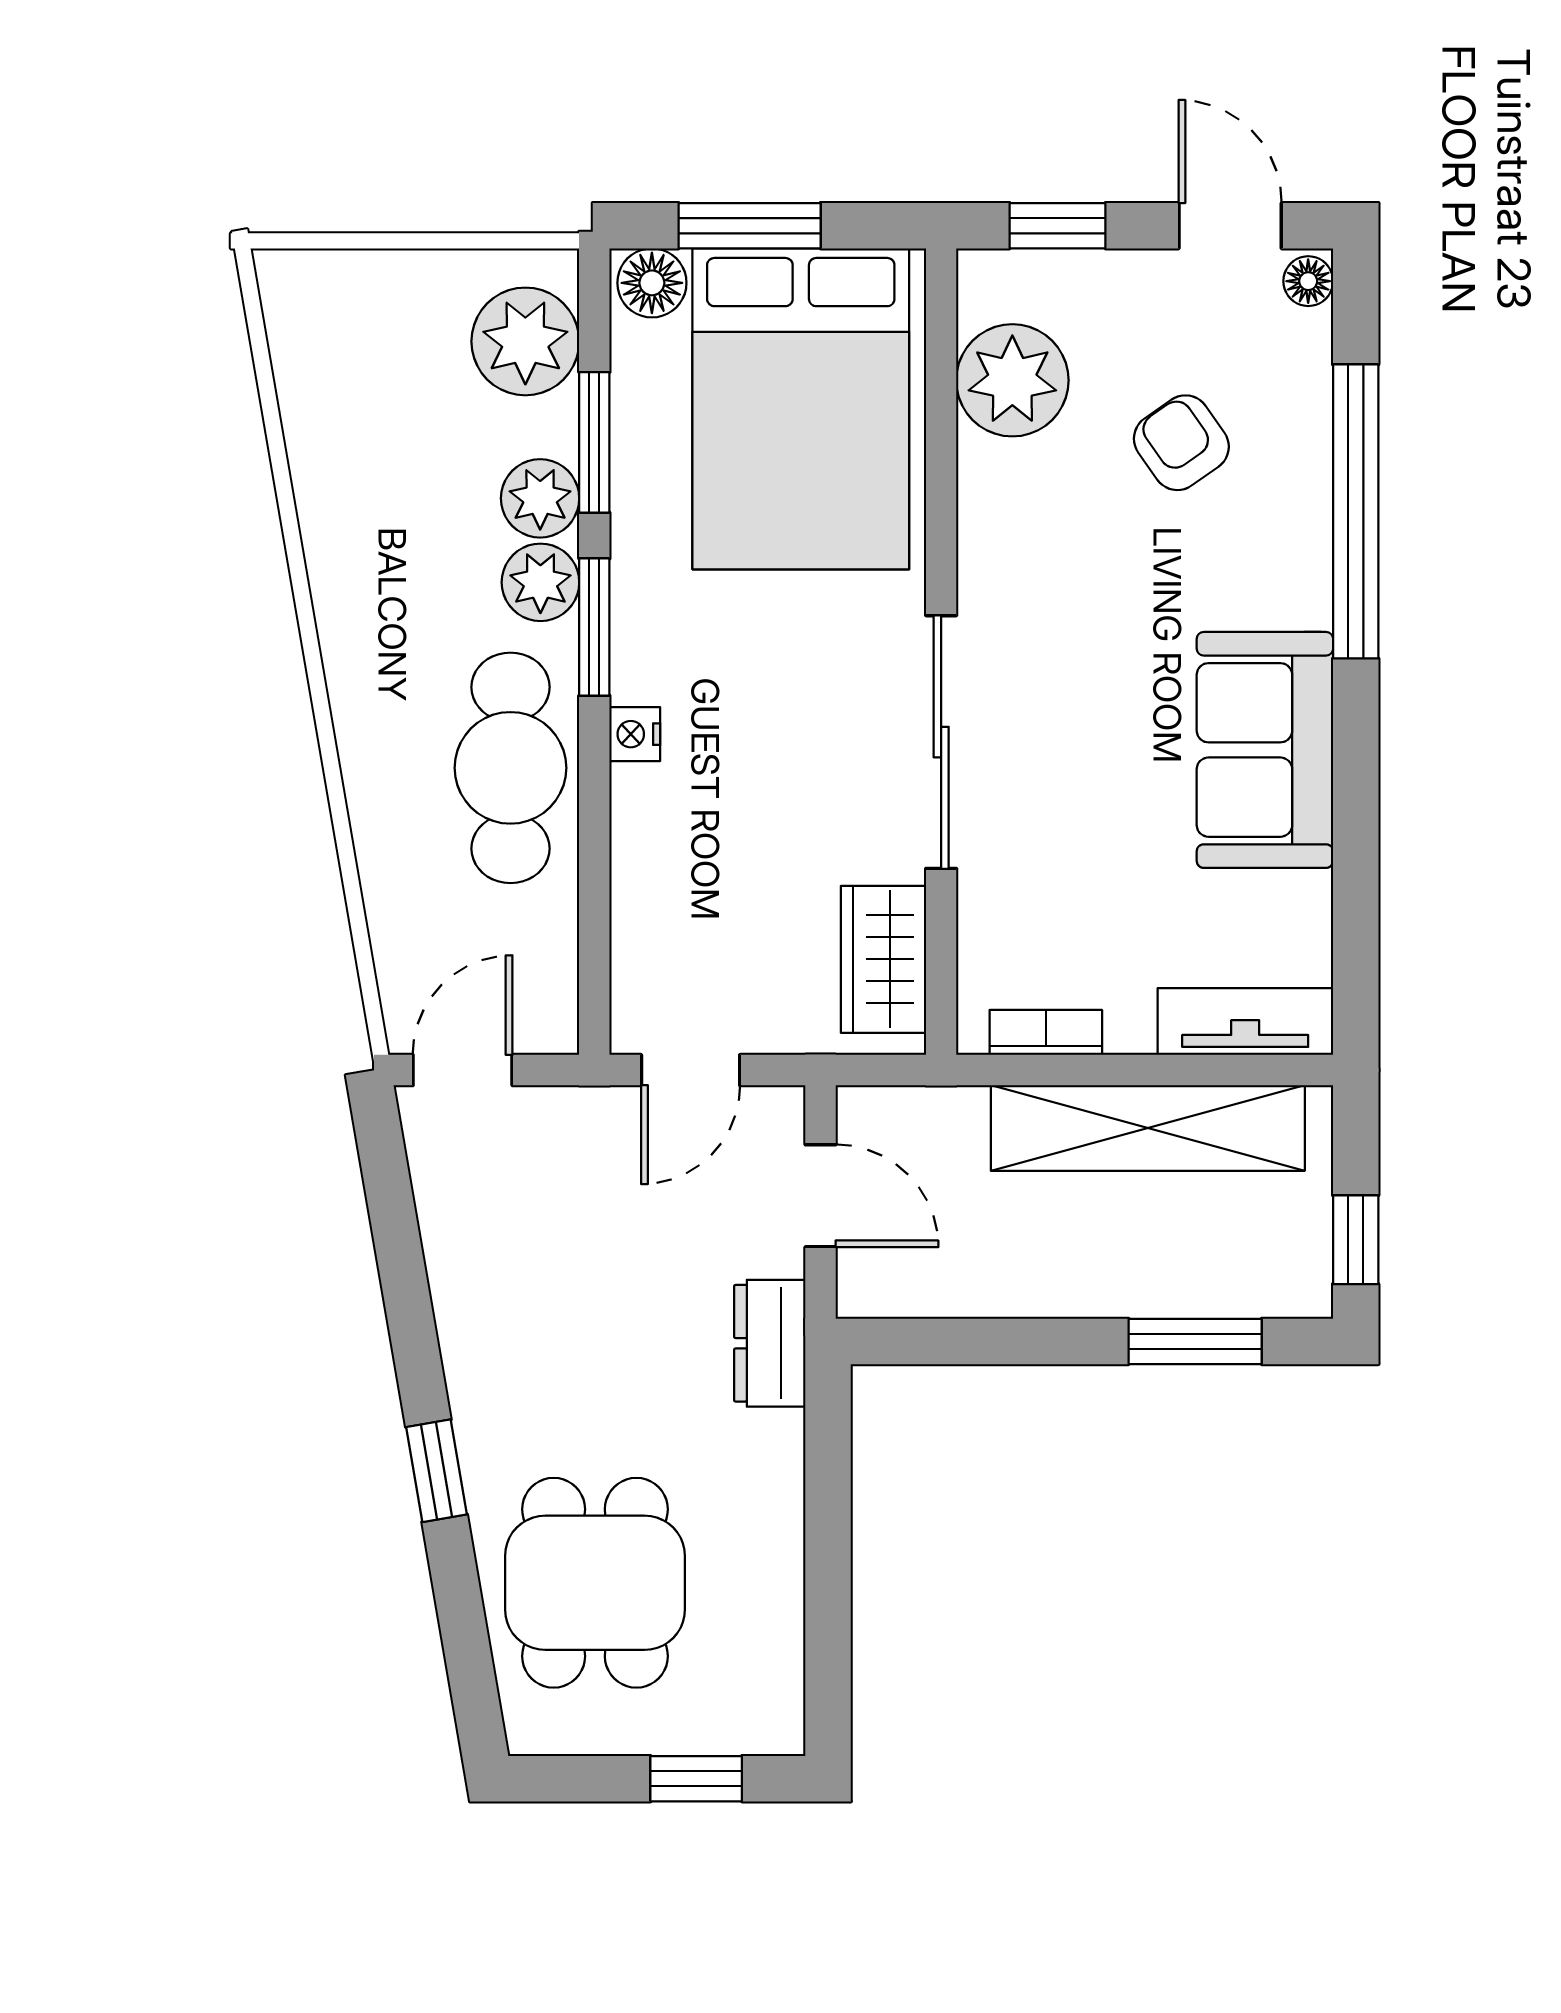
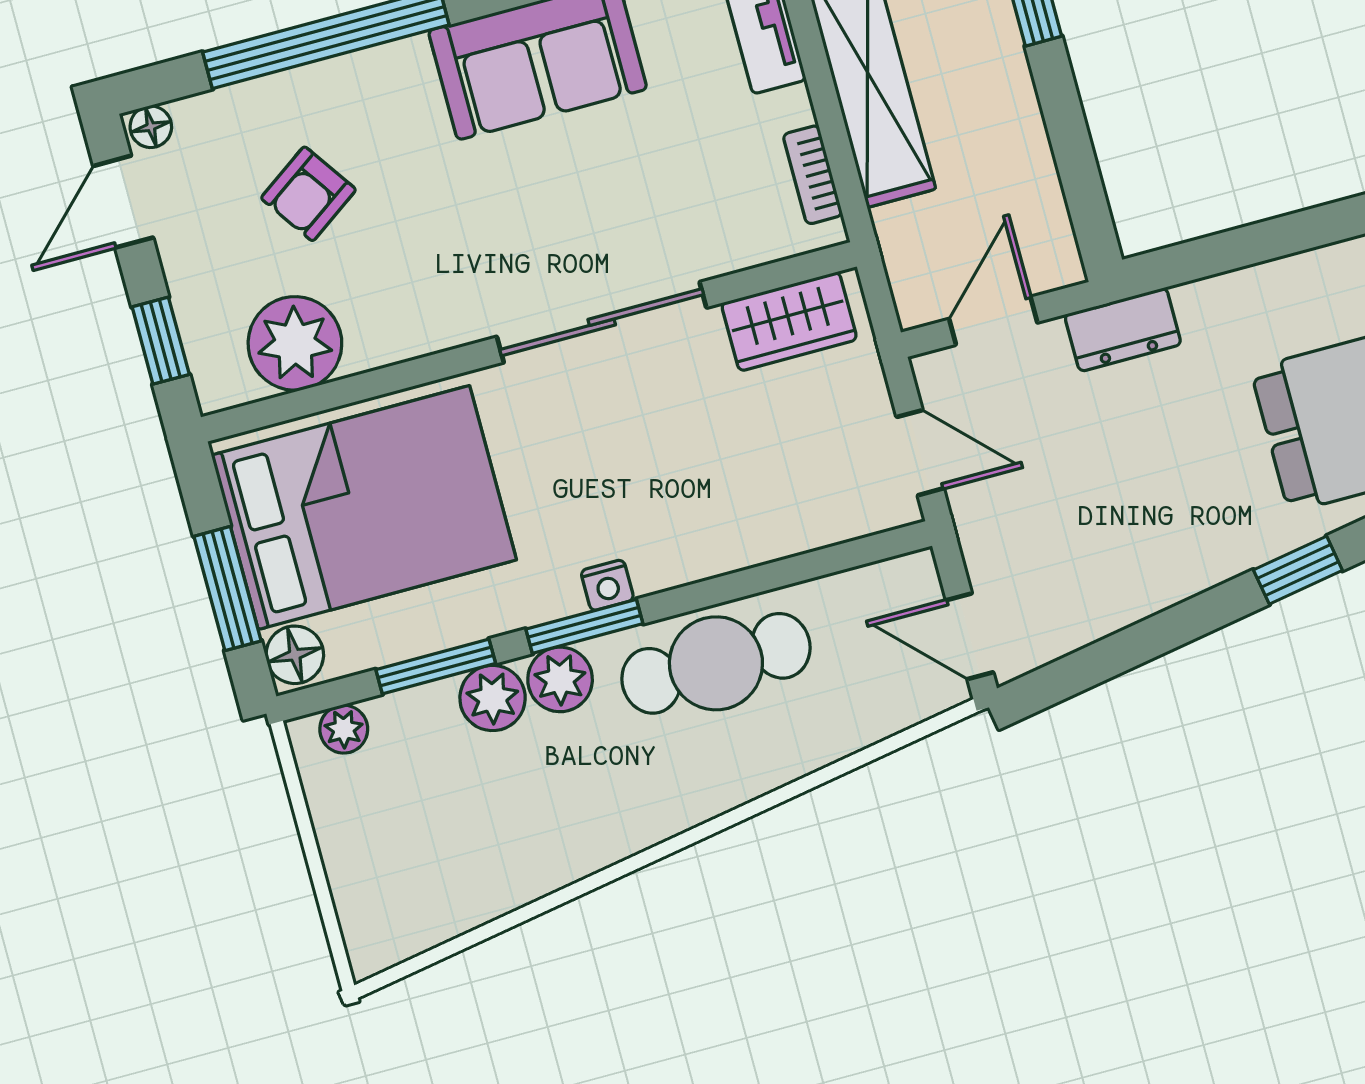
plant: (525, 341) -> (344, 729), width x0.53, depth x0.53
nightstand: (635, 734) -> (607, 585), moved

